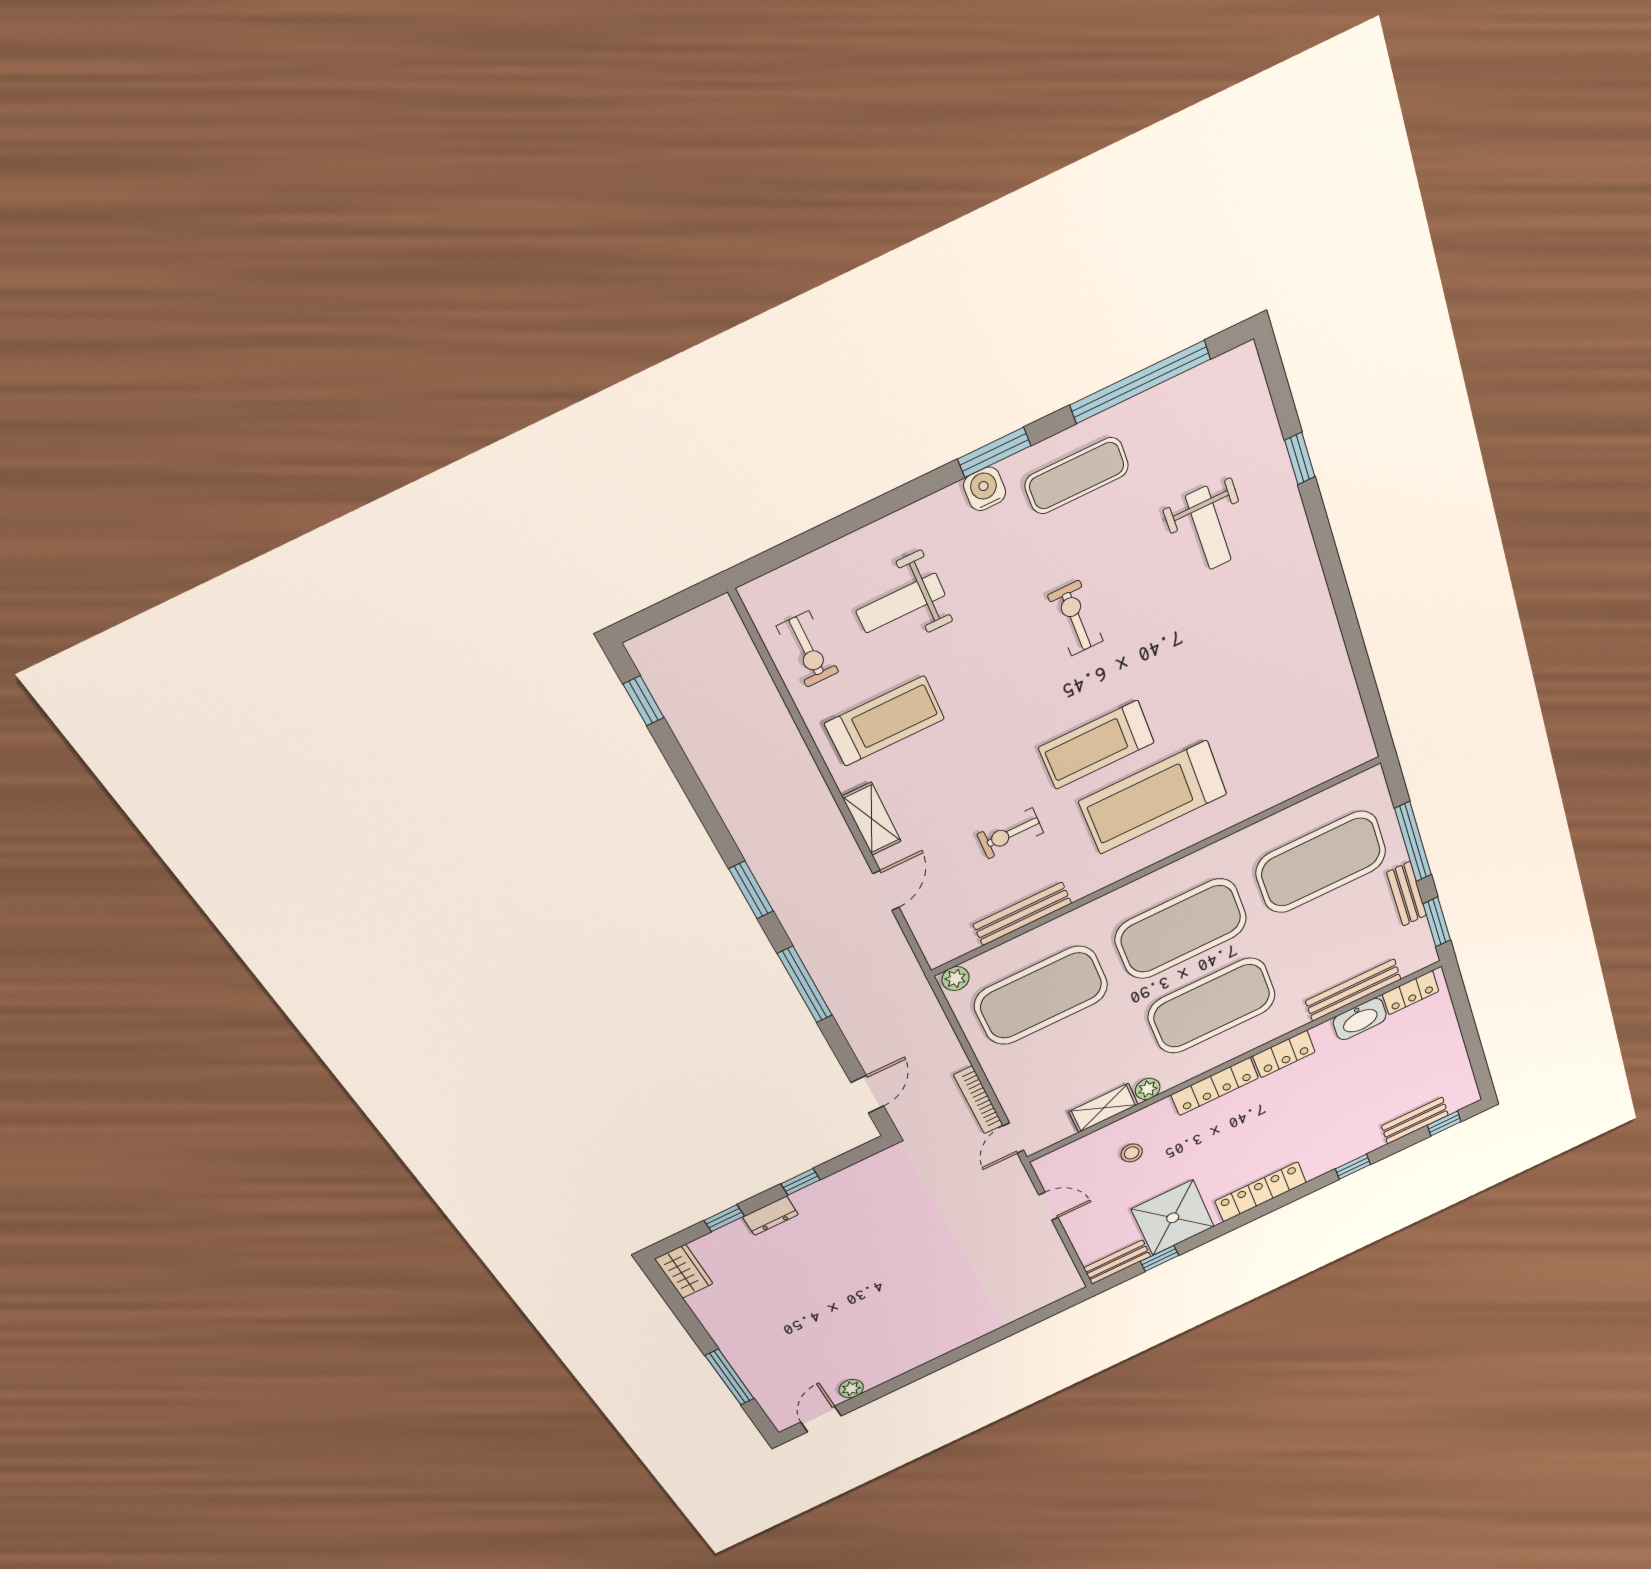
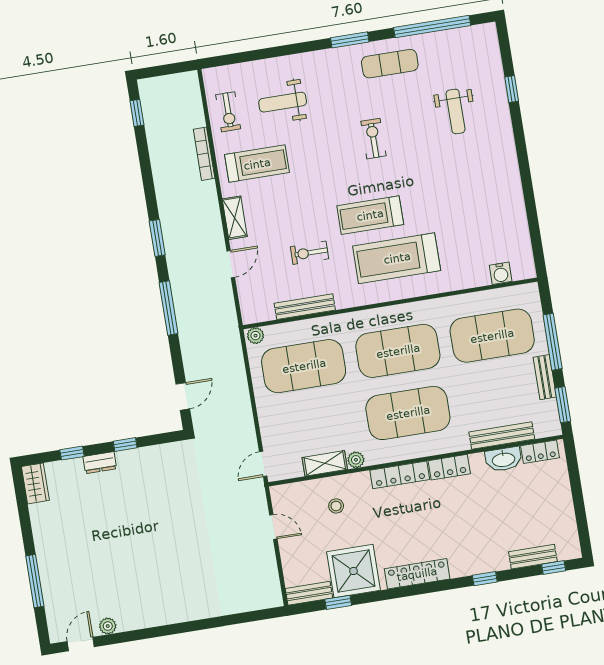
water cooler: (985, 489) -> (501, 273), moved, turned 180
bookcase: (978, 1100) -> (204, 154), moved

